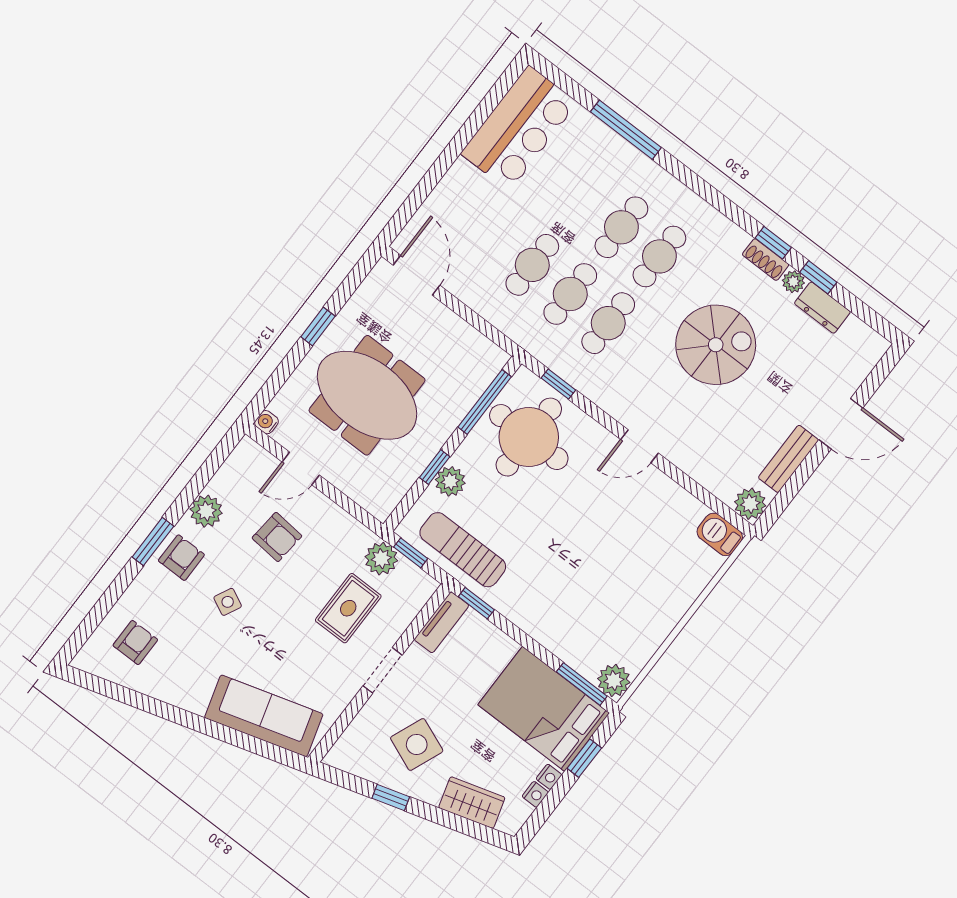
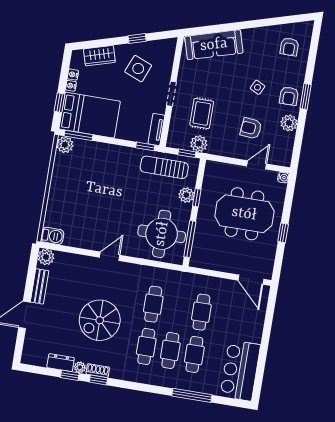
cafe table: (570, 294) -> (194, 354), moved
window: (558, 384) -> (161, 265), removed
sun lounger: (463, 550) -> (164, 167), turned 180

